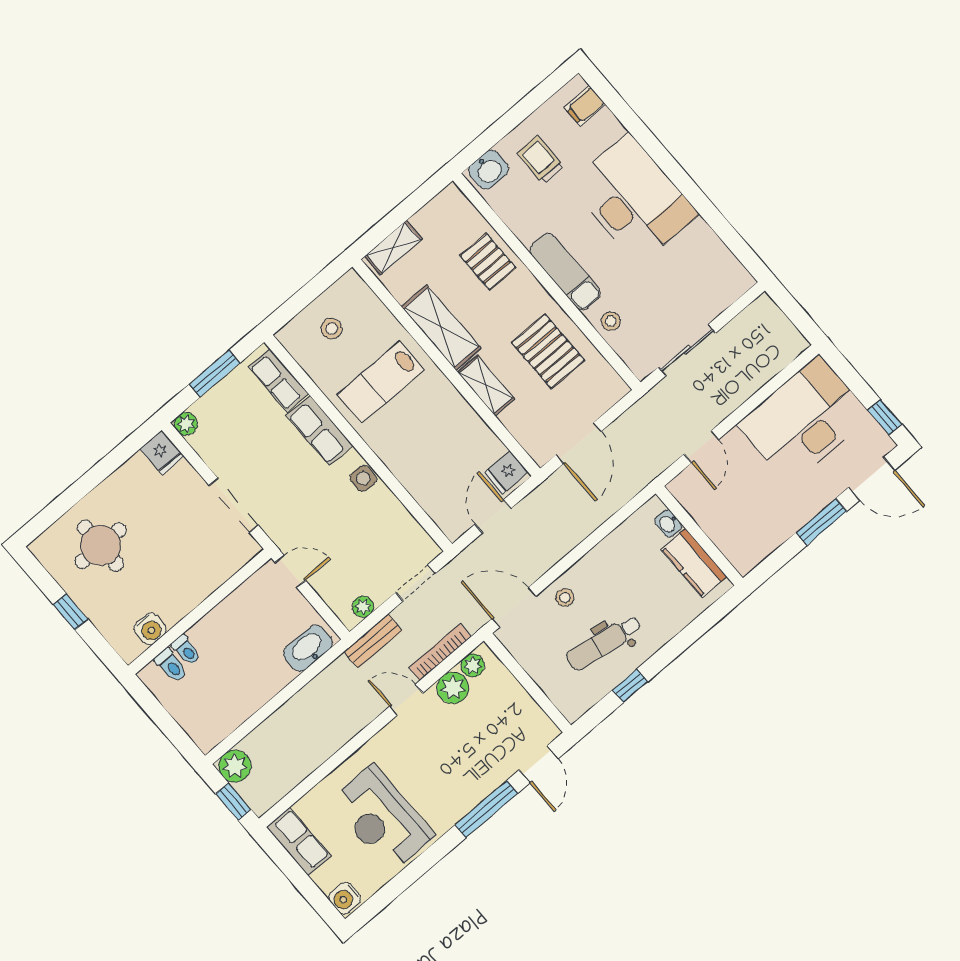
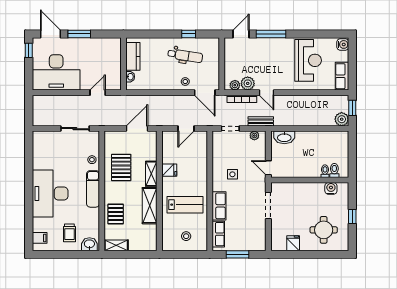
shelving: (393, 248) -> (116, 245), moved
plant: (186, 424) -> (261, 246), removed
fridge: (162, 453) -> (293, 243), moved
fridge: (506, 472) -> (169, 170), moved
side table: (363, 478) -> (232, 174), moved

